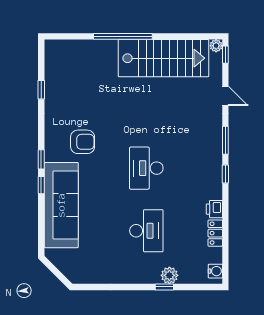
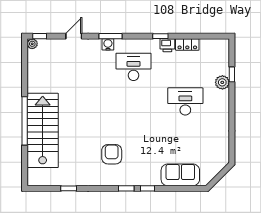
stairs: (164, 58) -> (43, 130), moved
desk: (146, 168) -> (133, 67), moved, turned 180
window: (225, 174) -> (160, 36), moved
sofa: (61, 205) -> (180, 175), width x0.54, depth x0.79
water cooler: (215, 271) -> (108, 44), moved
window: (164, 287) -> (232, 74), moved

